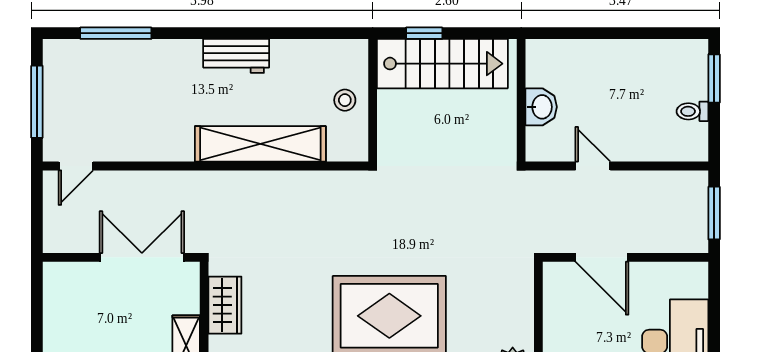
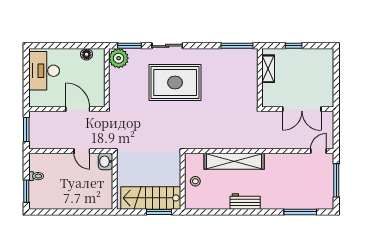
window: (424, 33) -> (159, 212), width x1.50
washbasin: (541, 107) -> (105, 161), moved
double door: (142, 257) -> (302, 109), moved
wardrobe: (225, 305) -> (250, 87), removed

